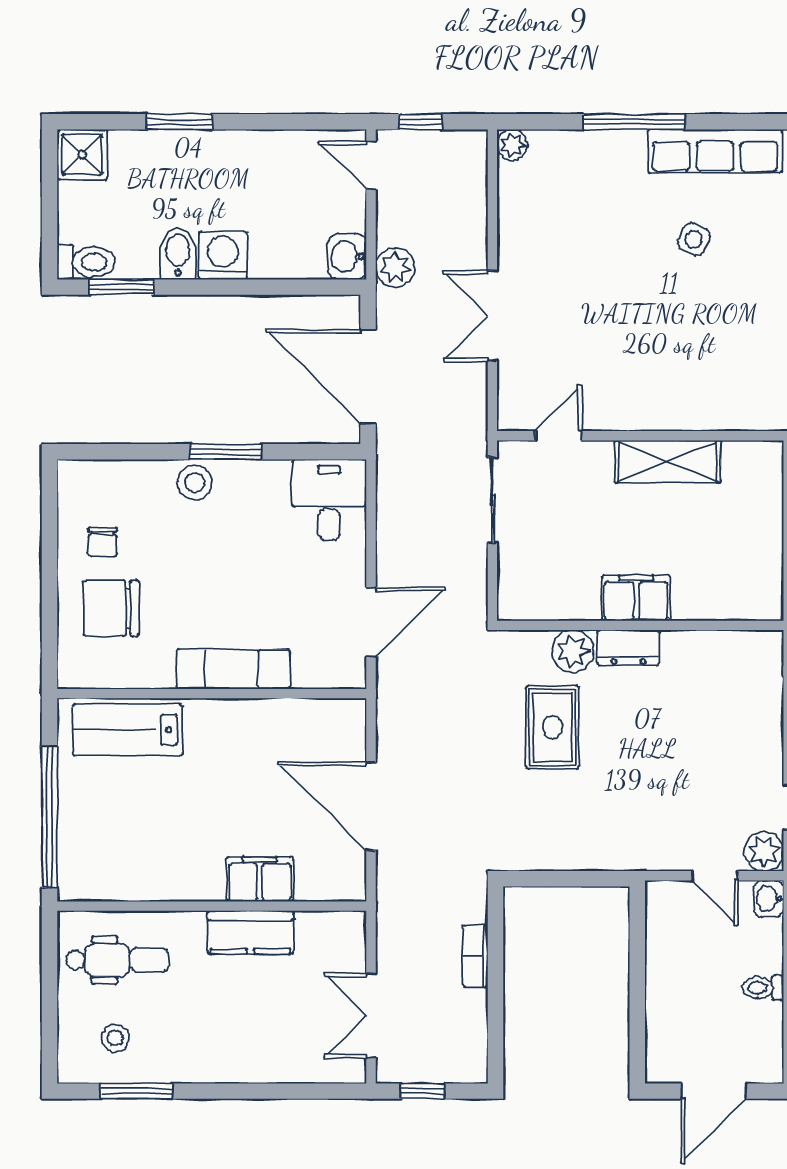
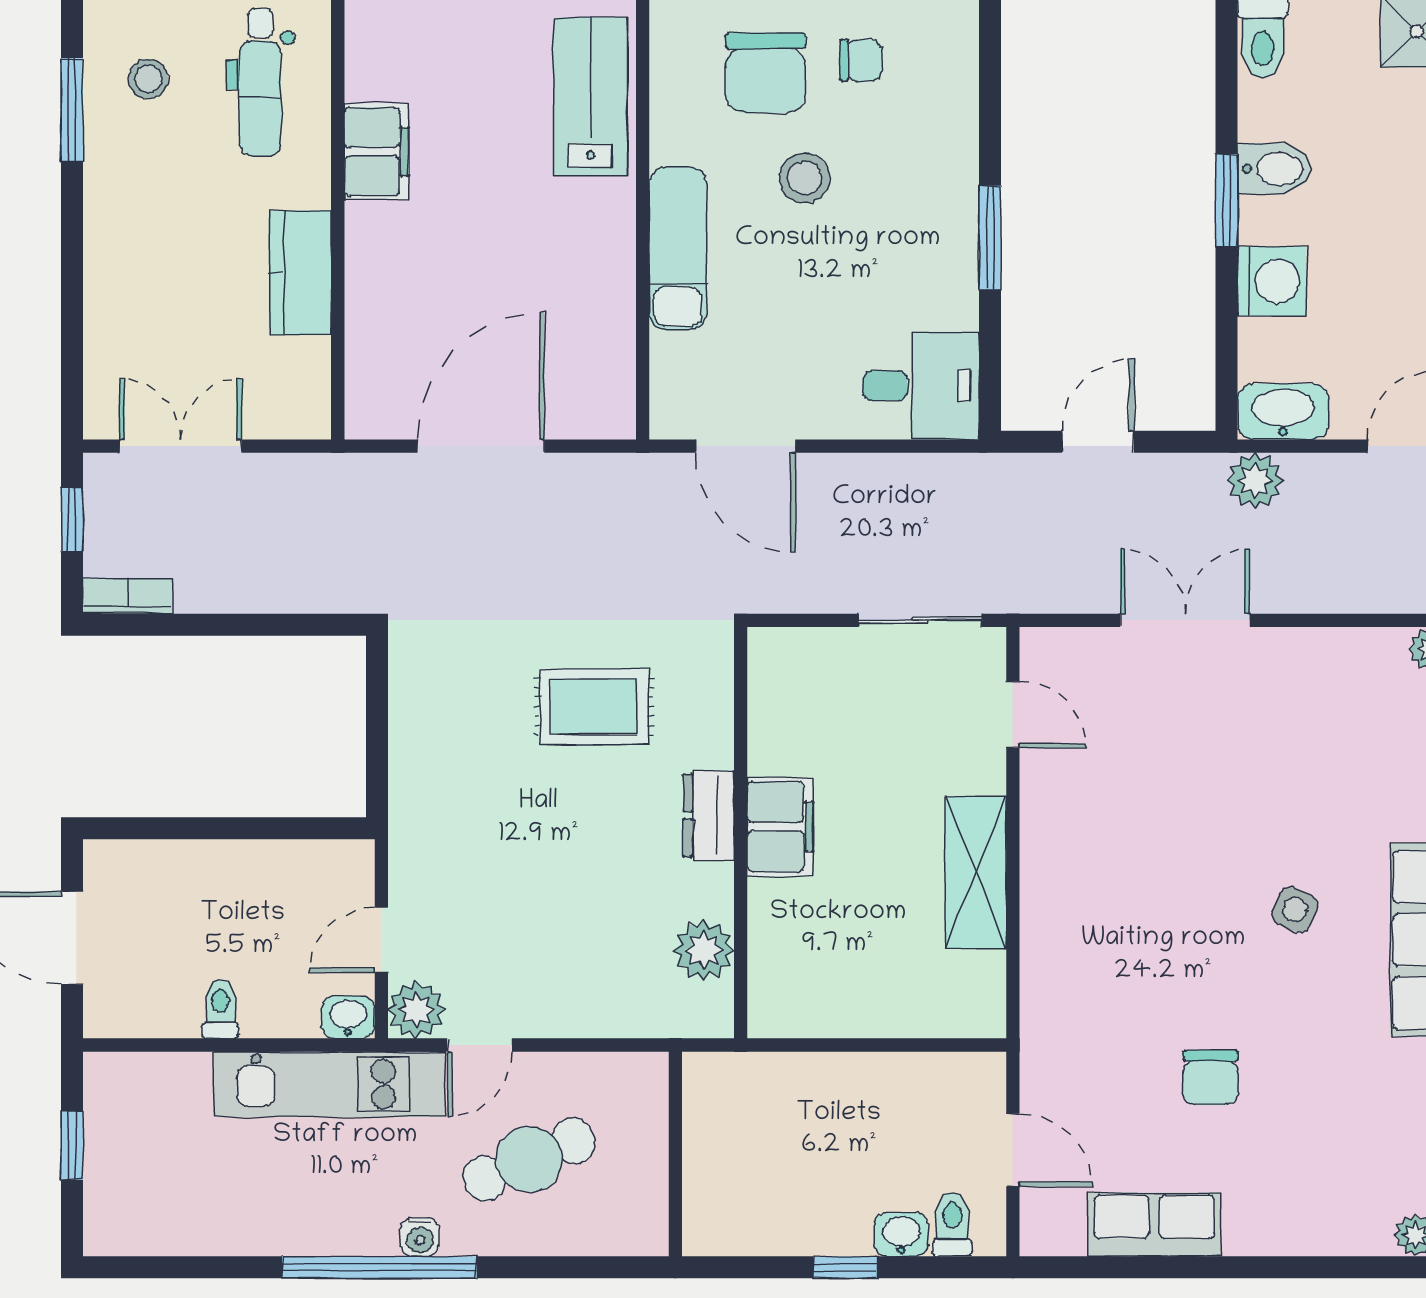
washing machine: (223, 255) -> (1272, 281), moved
washbasin: (347, 256) -> (1283, 412), width x1.38
window: (121, 287) -> (1226, 200), moved
door: (368, 377) -> (1098, 442), width x0.53
stool: (195, 483) -> (805, 178), moved
chair: (102, 542) -> (861, 60), turned 180
chair: (111, 608) -> (765, 73), turned 180
plant: (573, 651) -> (704, 950), moved
filing cabinet: (260, 879) -> (376, 152), moved
bookcase: (475, 956) -> (128, 596), moved

